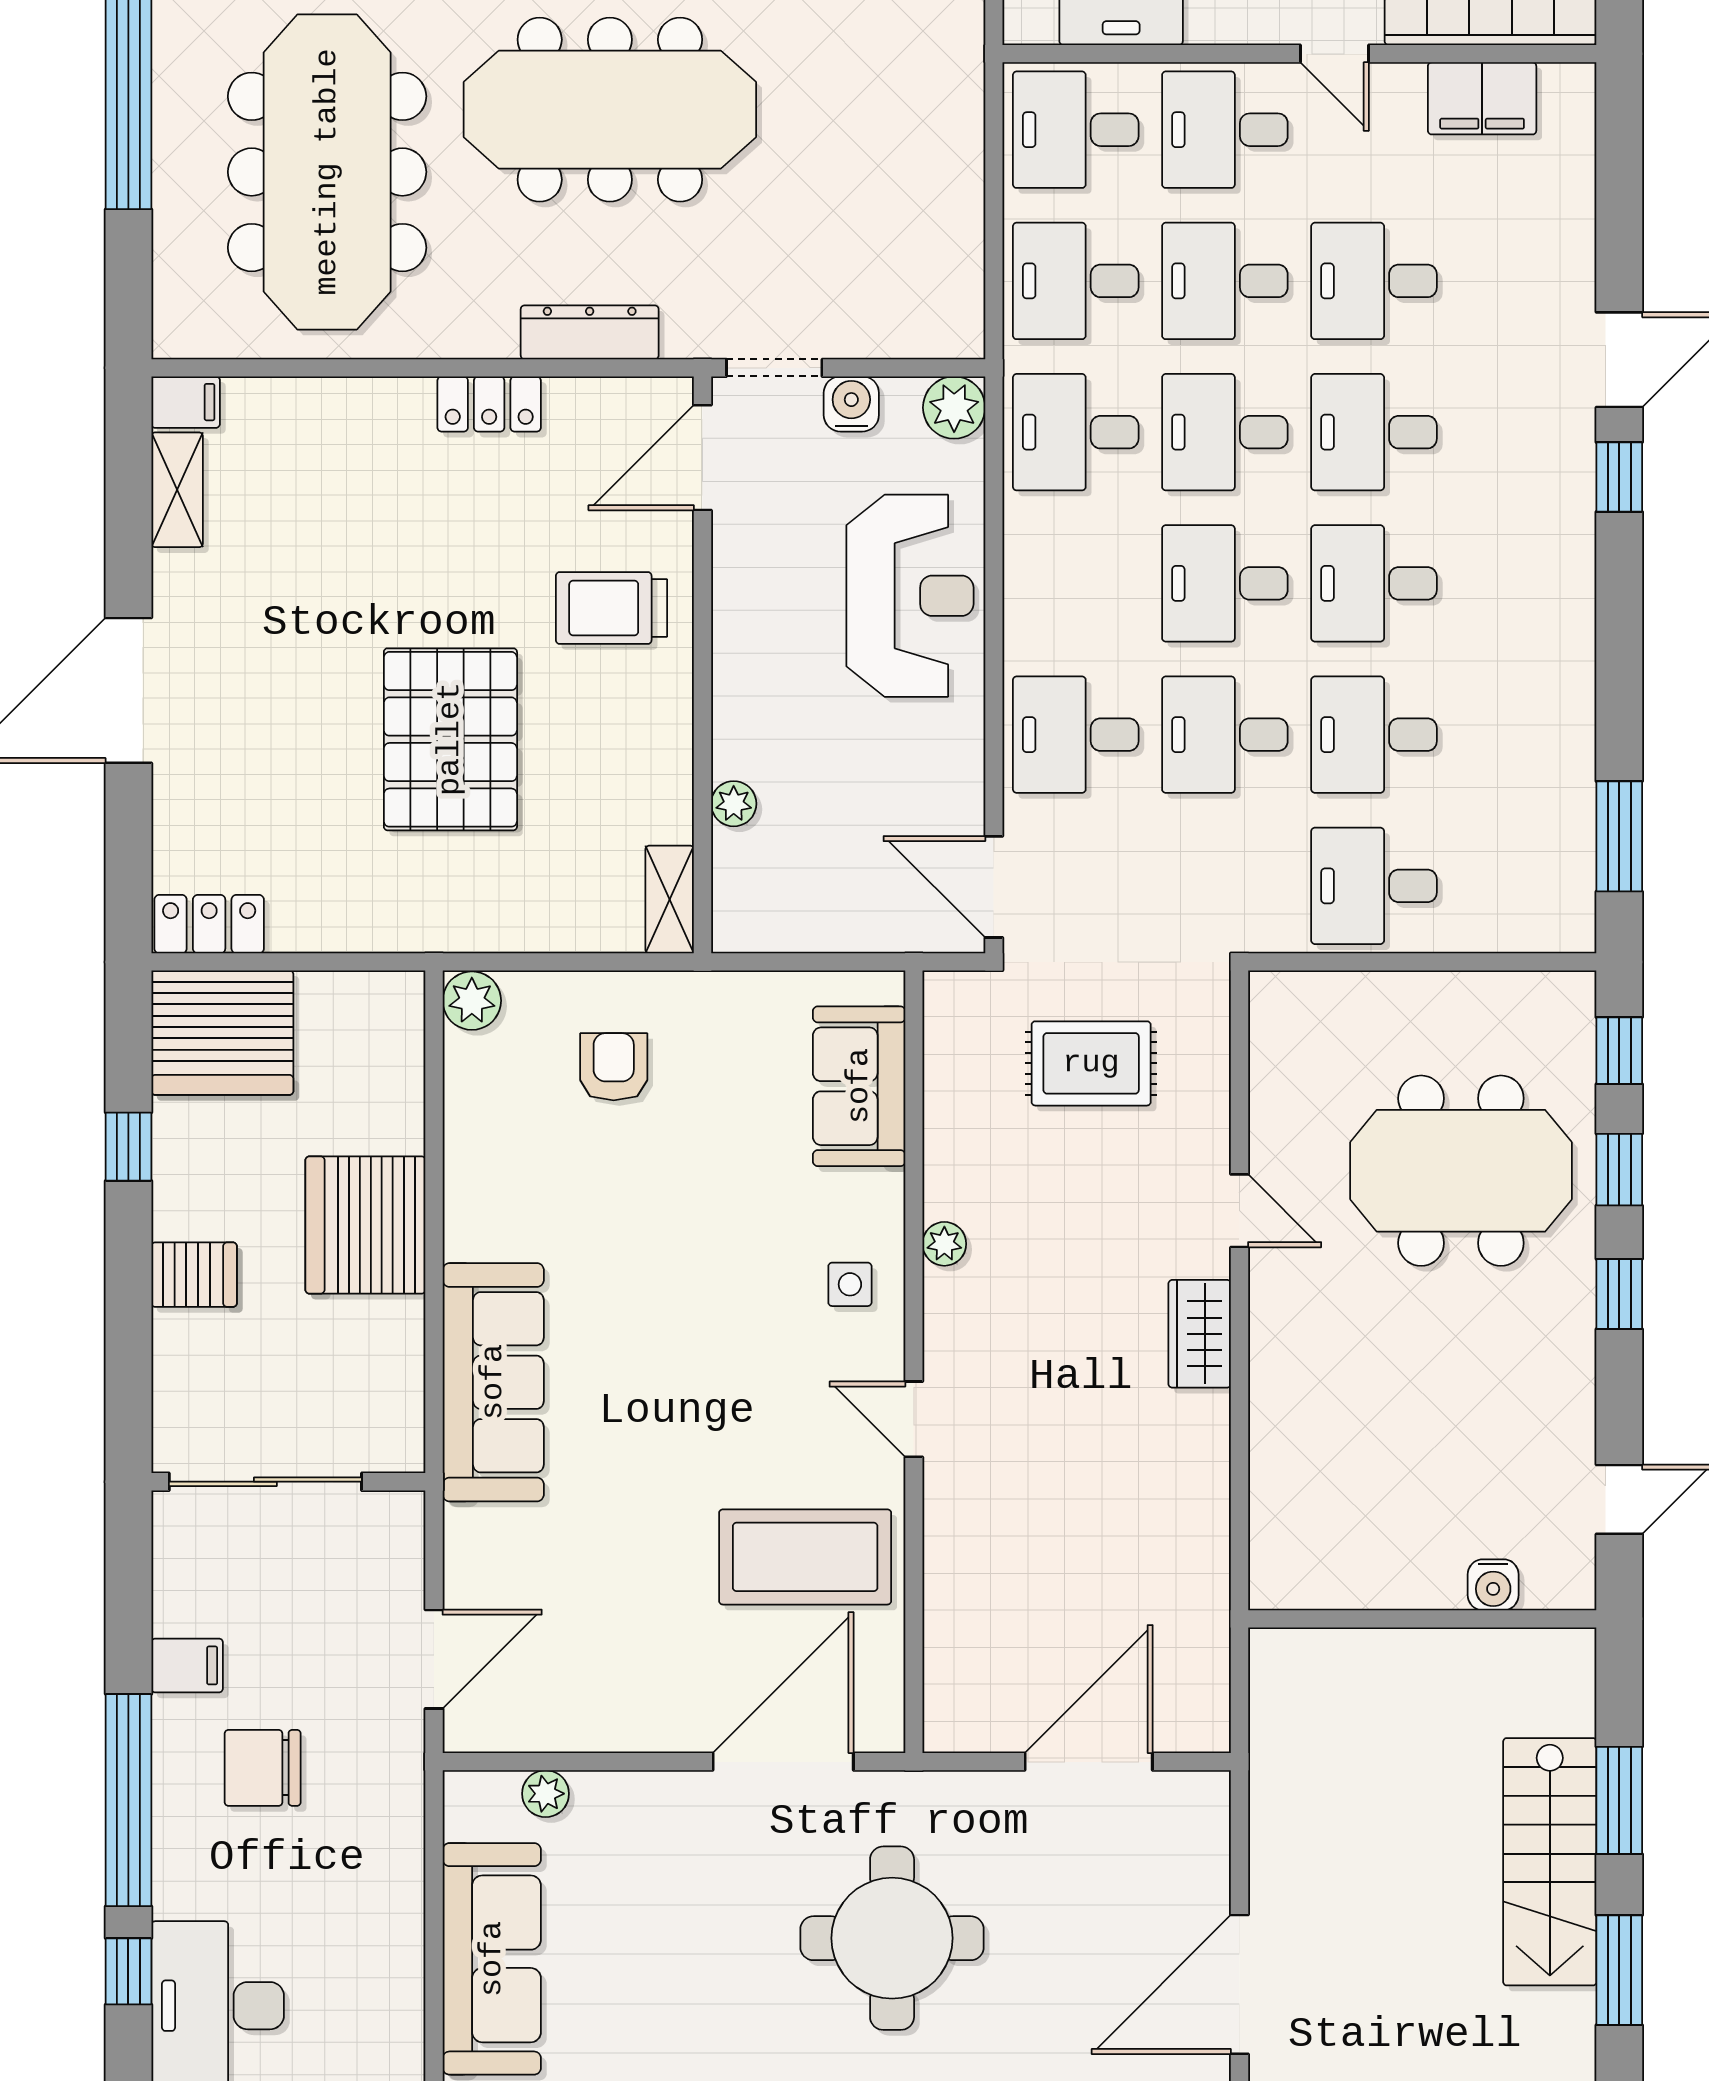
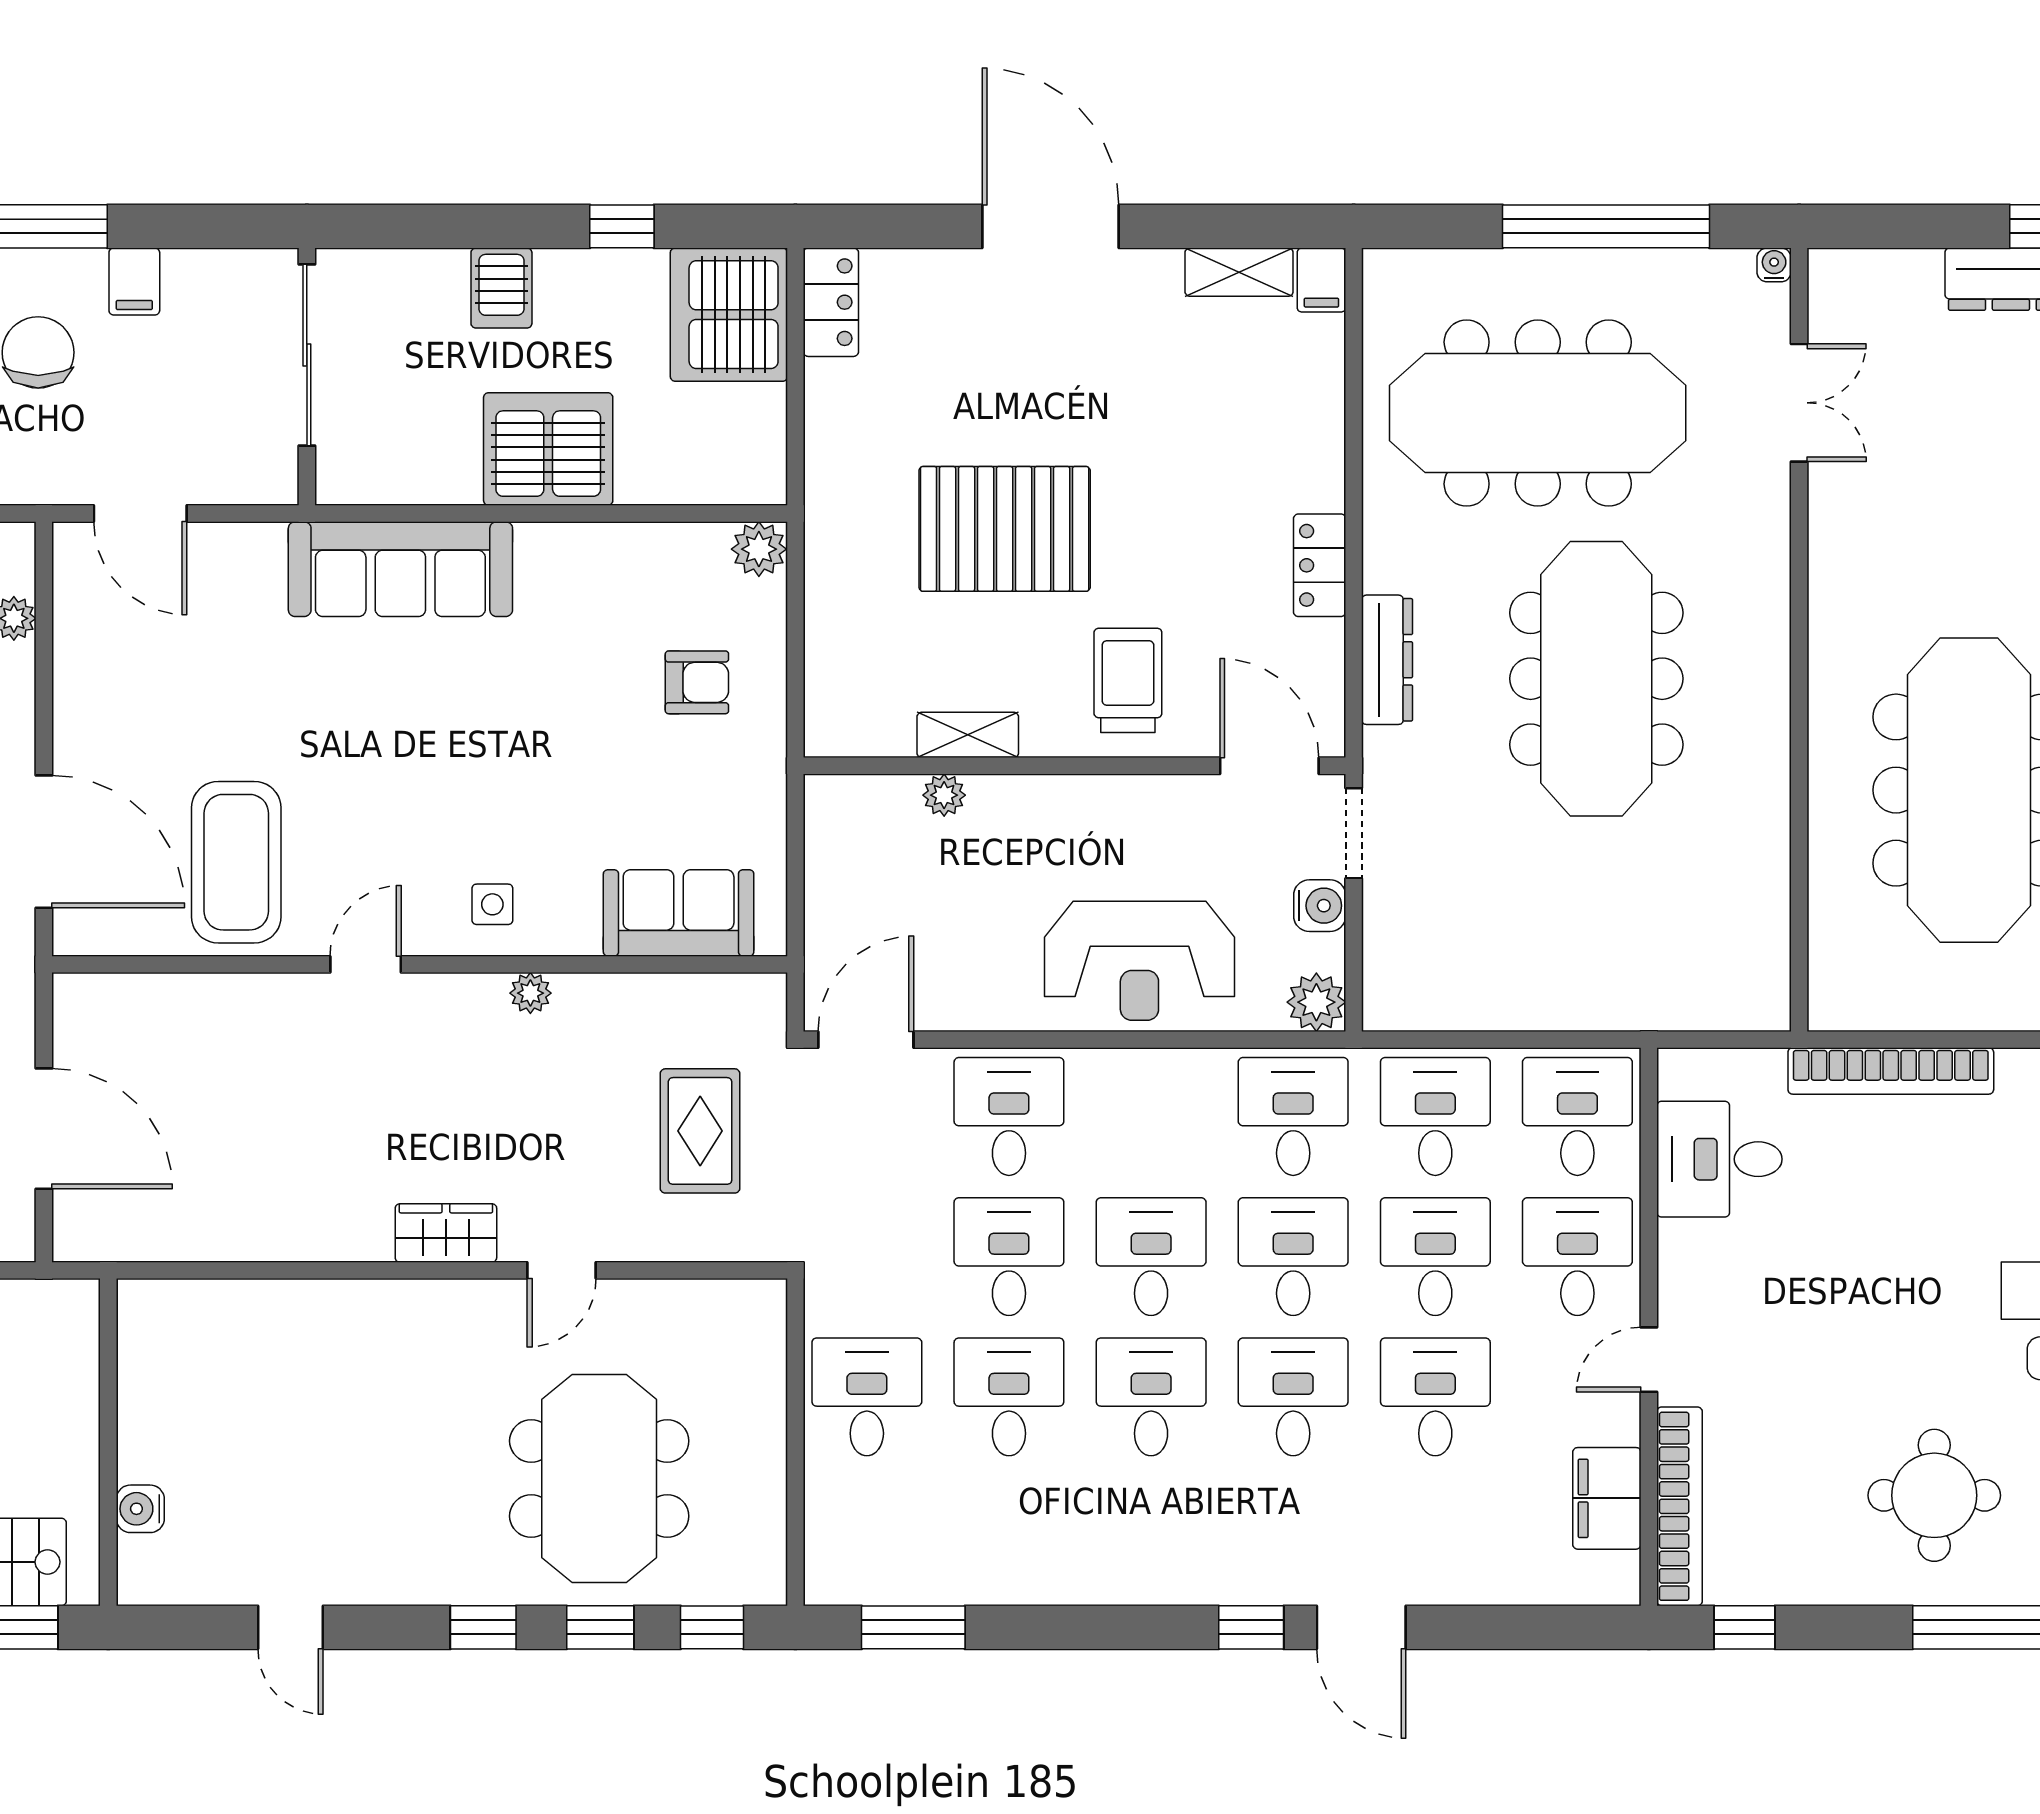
shelving: (670, 899) -> (968, 735), moved
water cooler: (1493, 1585) -> (140, 1509), moved
wall: (1422, 1619) -> (108, 1442), moved

